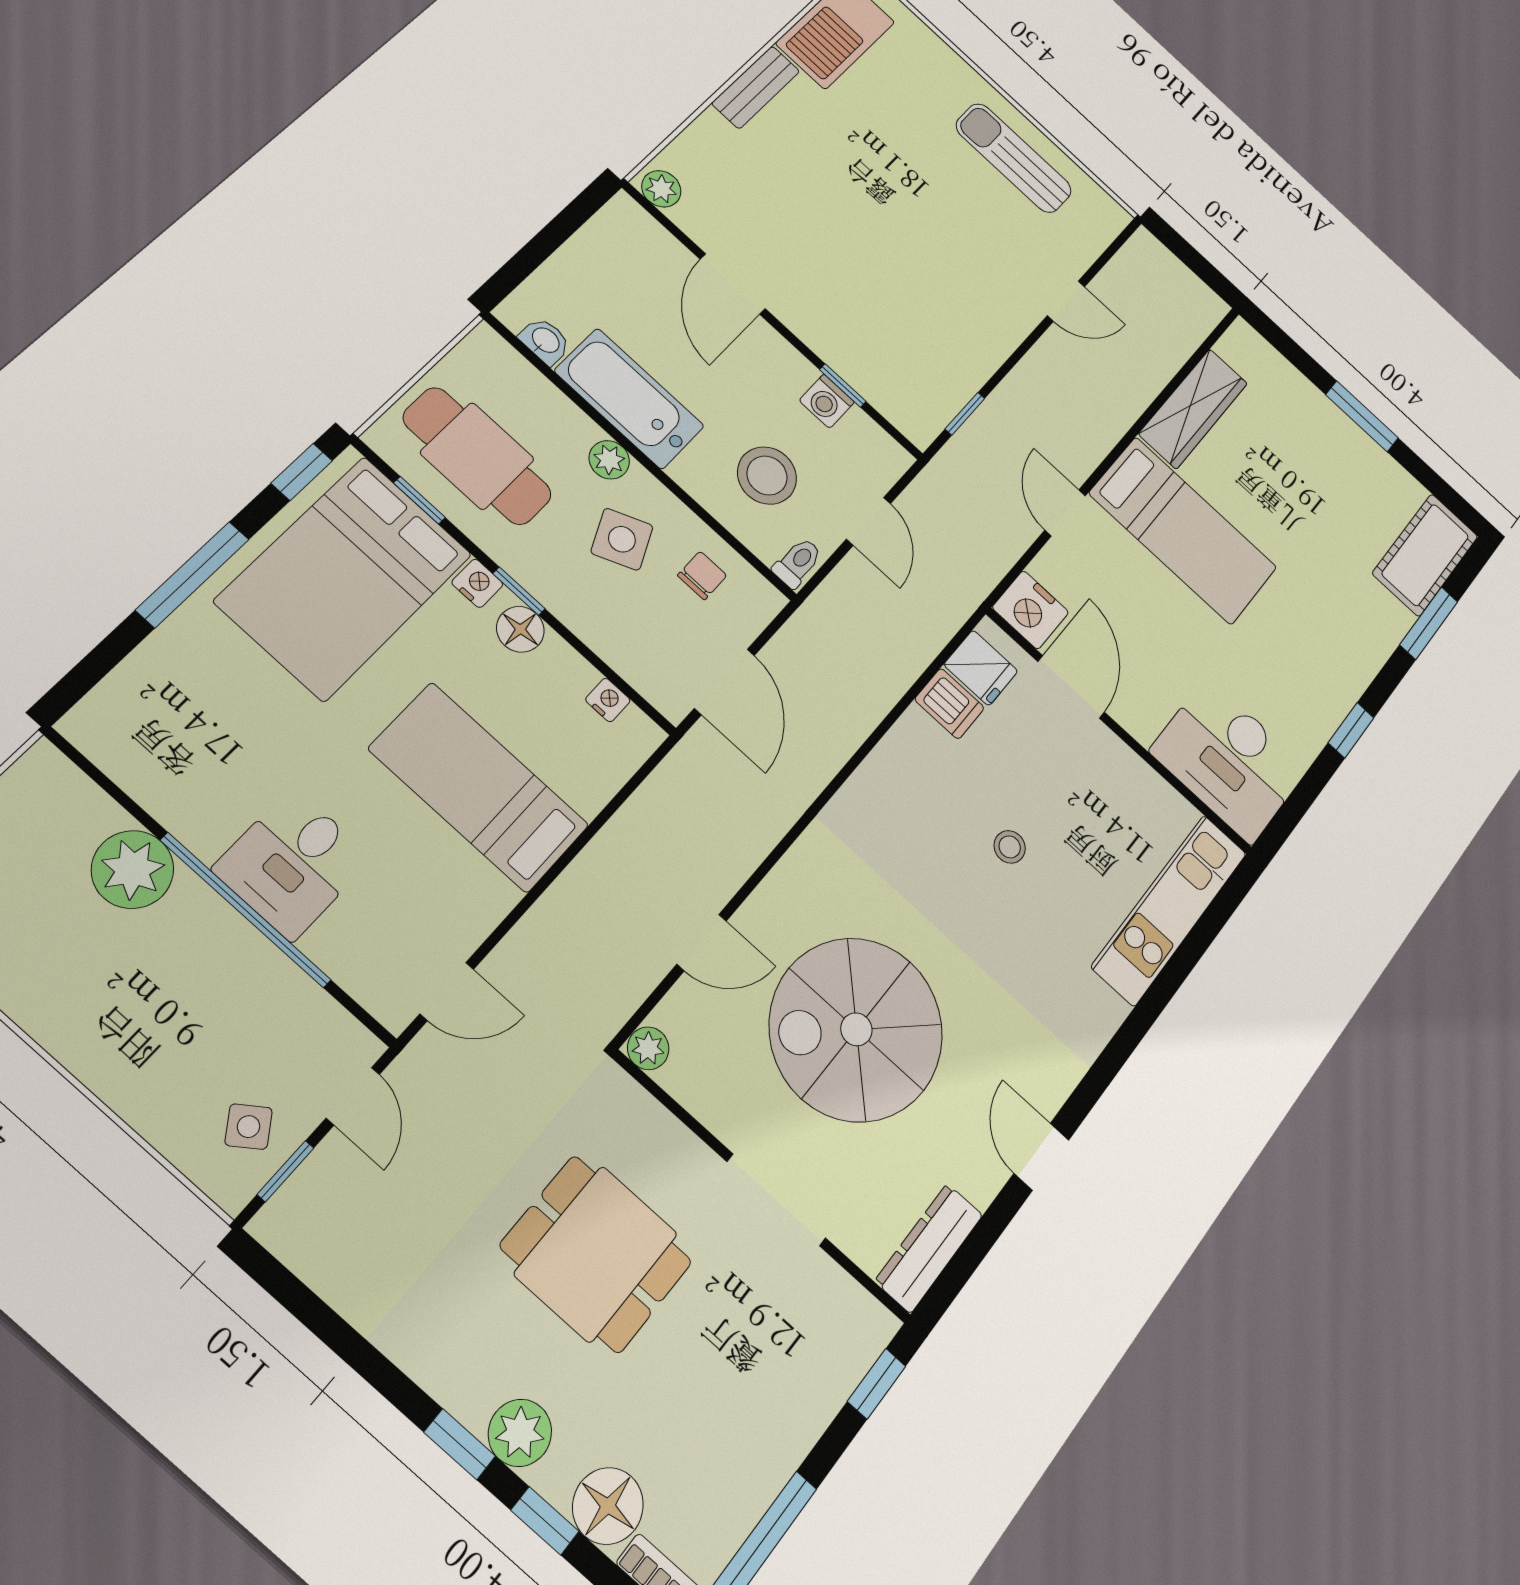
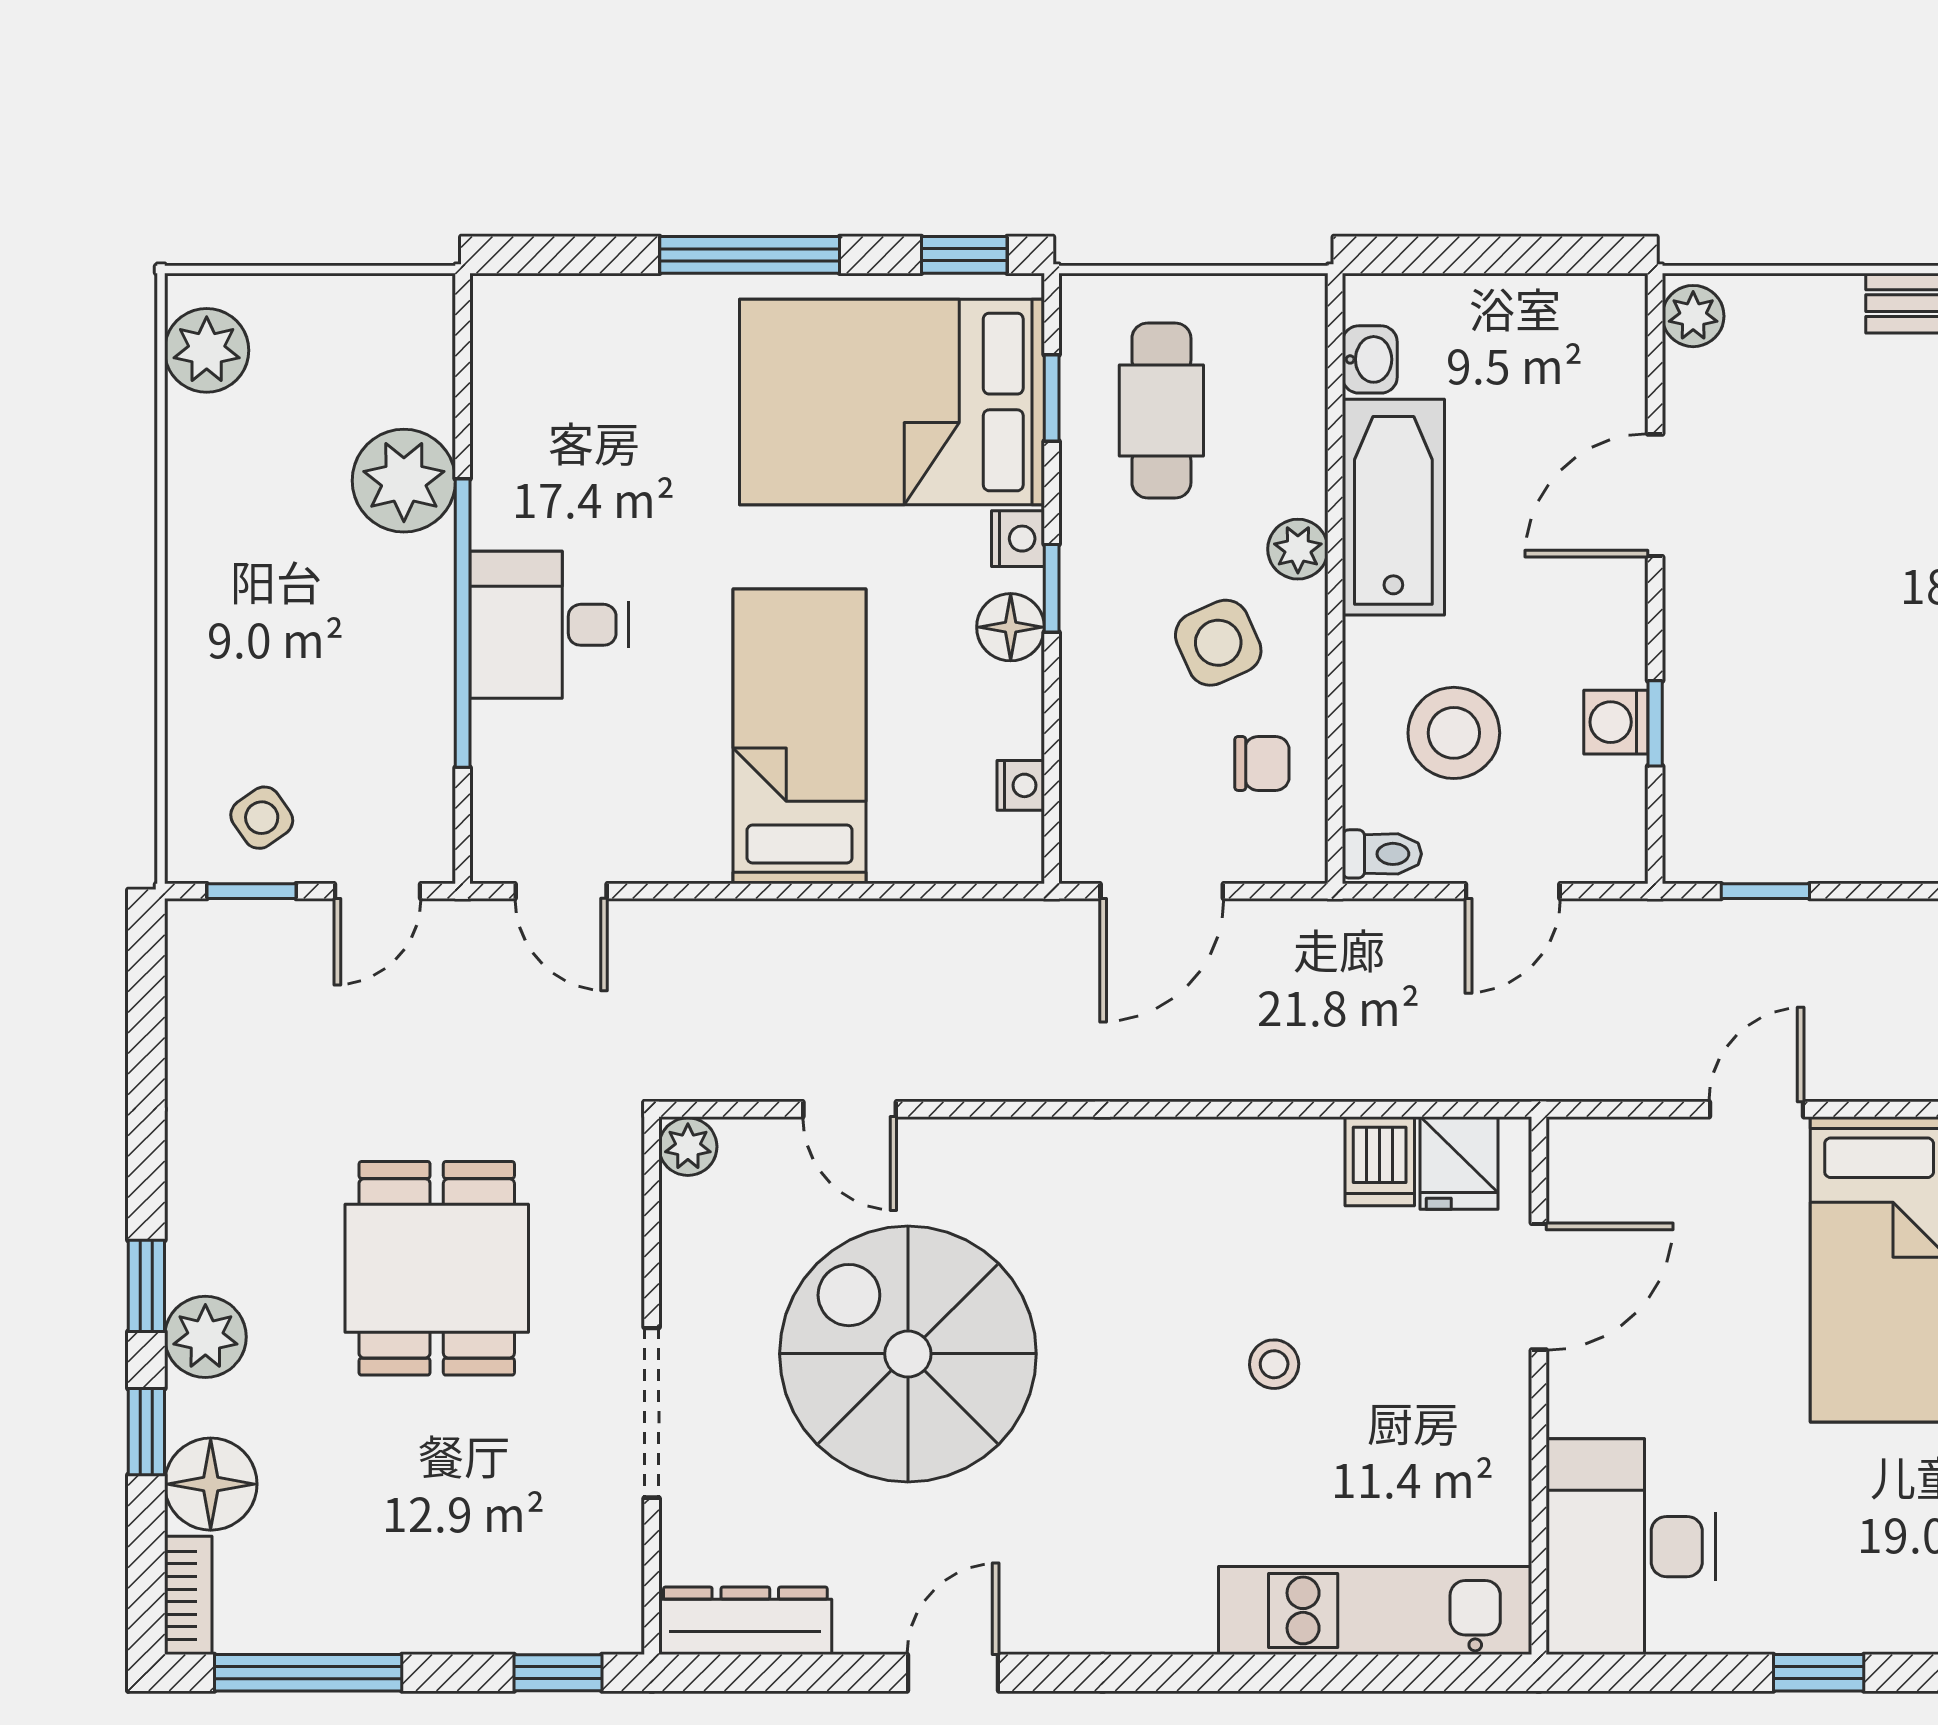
cafe table: (477, 456) -> (1161, 410), width x0.73, depth x0.74
nightstand: (1030, 610) -> (1589, 1164), removed

